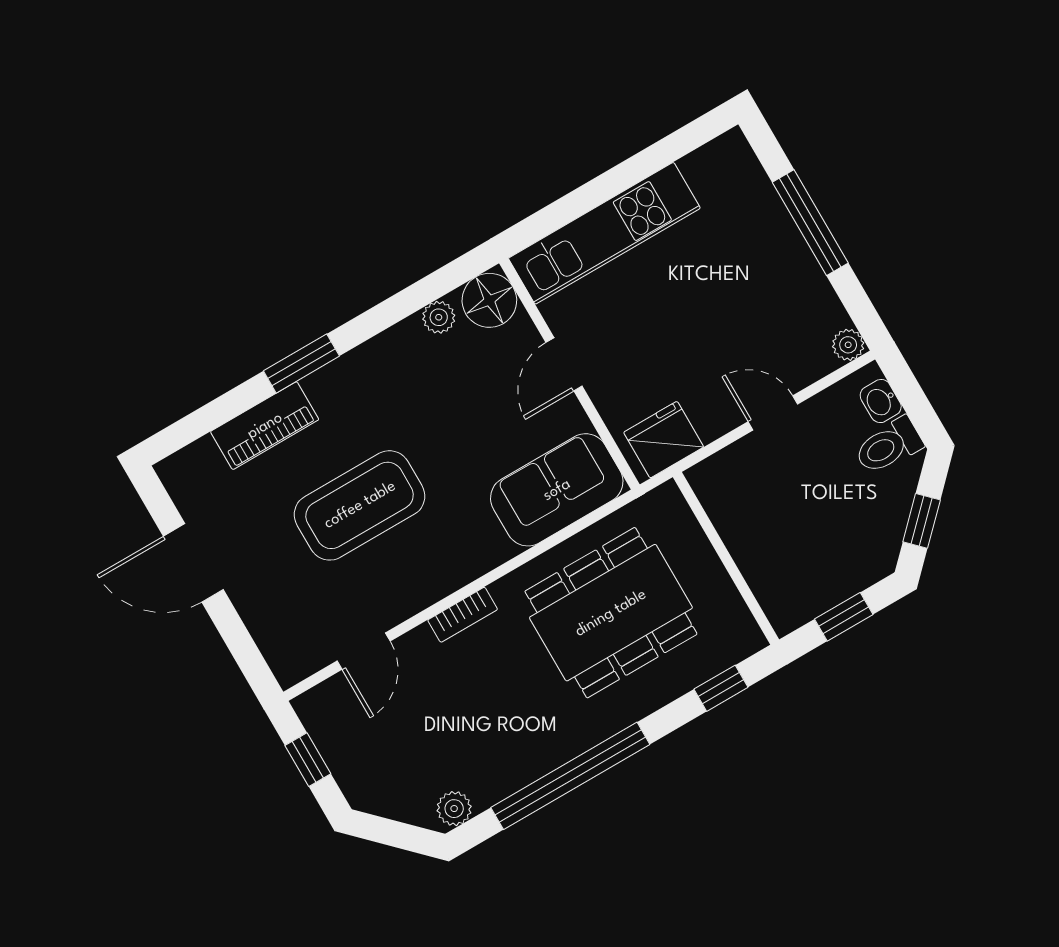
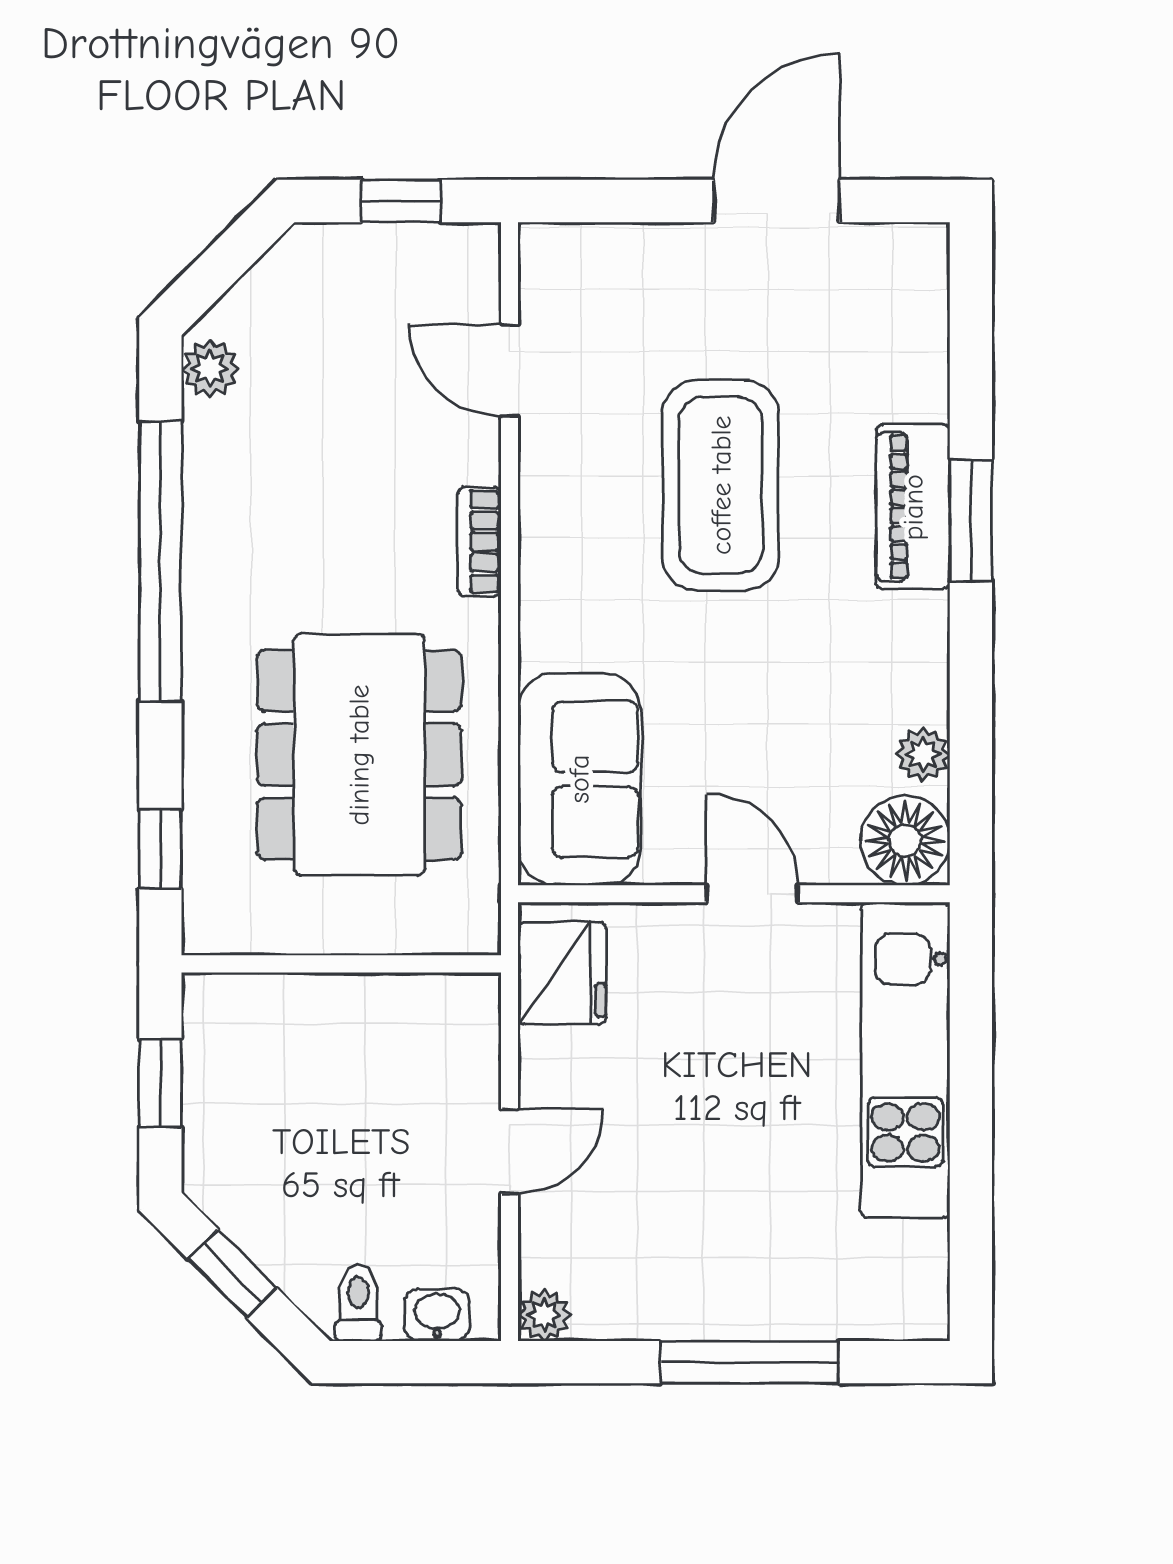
piano: (265, 426) -> (913, 507), moved
toilet: (888, 446) -> (358, 1303), width x0.73, depth x0.72

